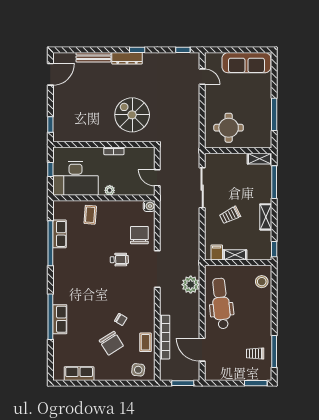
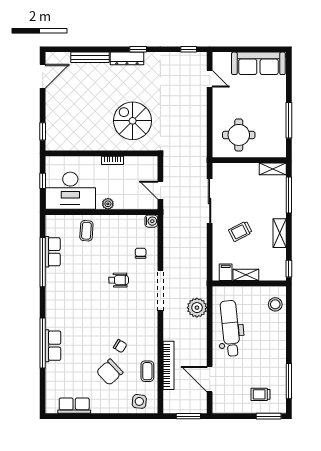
chair: (139, 235) -> (141, 253), width x0.54, depth x0.54
chair: (111, 343) -> (110, 372), turned 79
trolley: (255, 354) -> (260, 394), moved

